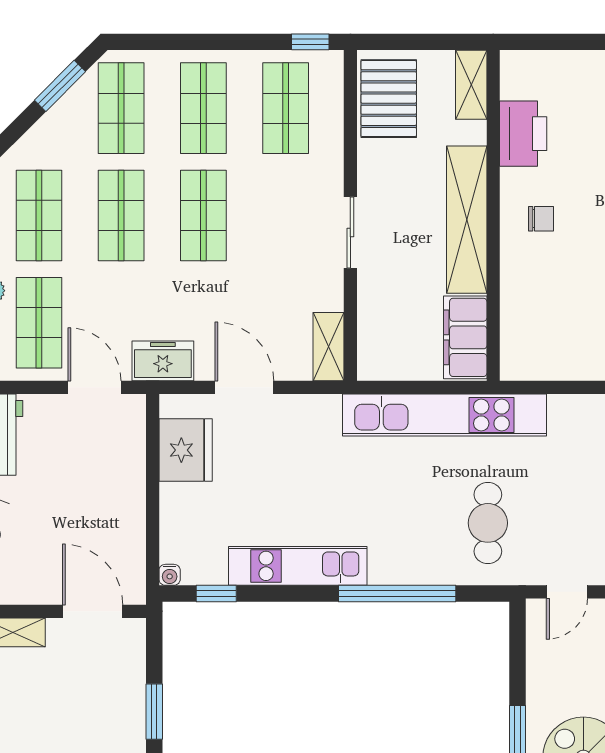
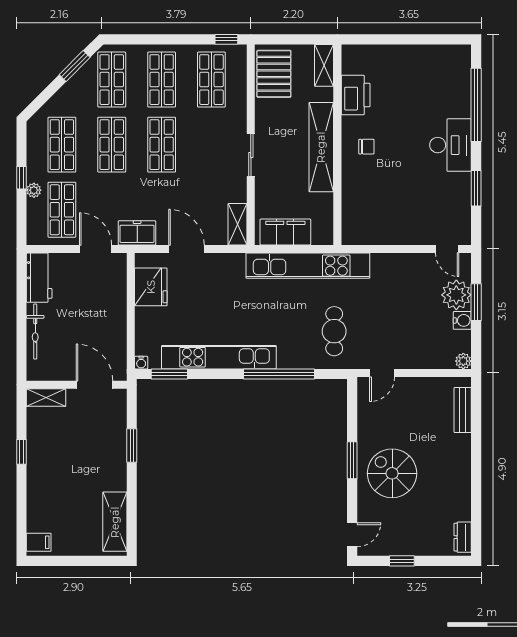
filing cabinet: (465, 337) -> (285, 232), moved, turned 90
kitchen unit: (298, 566) -> (219, 357), width x1.36
window: (216, 593) -> (169, 374), width x1.50

